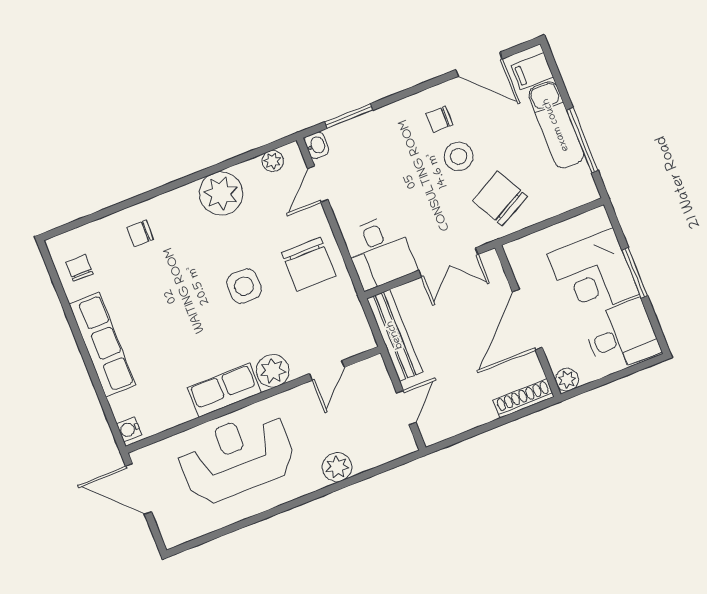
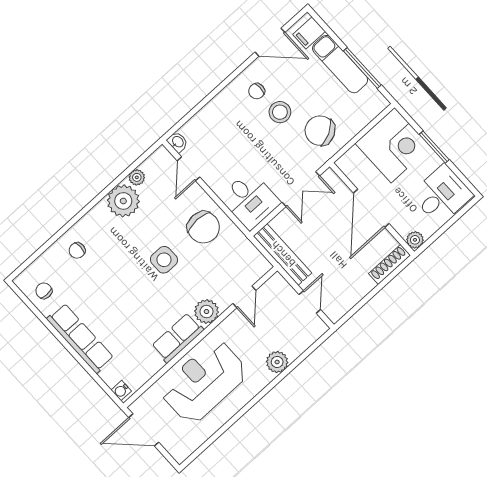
window: (349, 116) -> (192, 113), removed
plant: (273, 161) -> (137, 177), moved
corner desk: (593, 274) -> (393, 145), moved, turned -90

